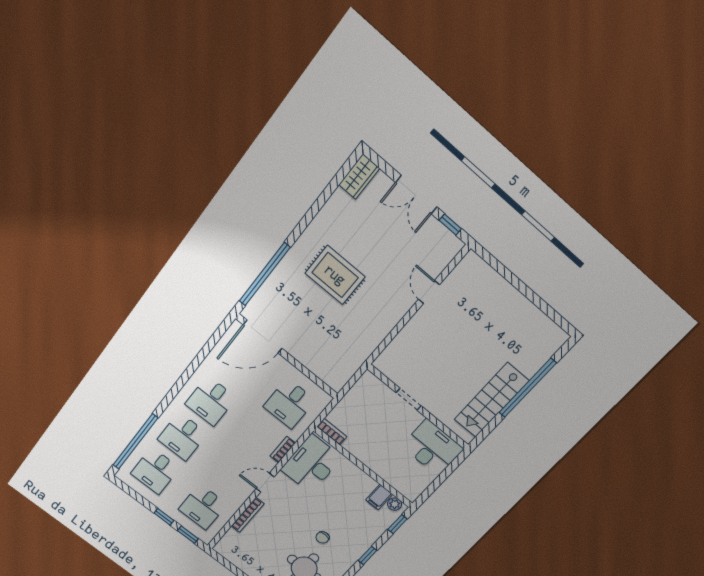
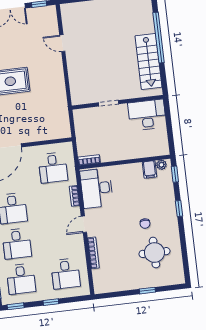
window: (188, 535) -> (16, 306), moved

